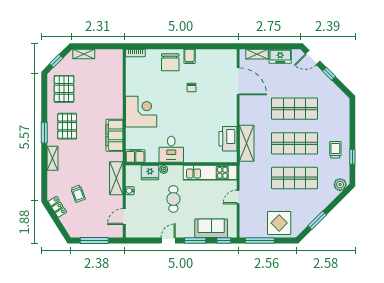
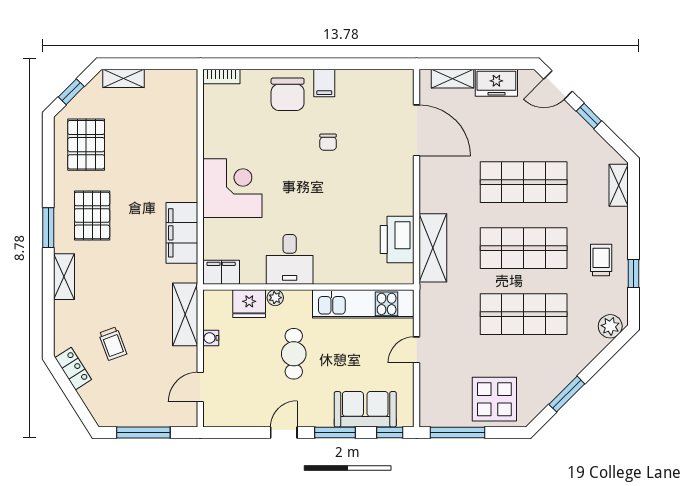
shelving: (345, 110) -> (619, 185), added

